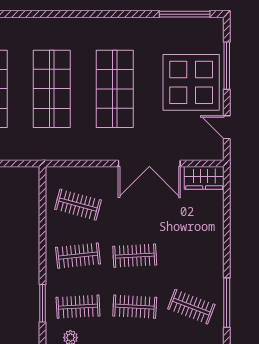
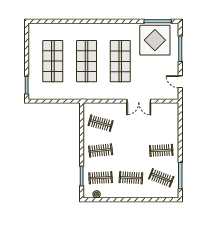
display table: (191, 82) -> (155, 40), moved
double door: (149, 163) -> (139, 101), width x0.73
wardrobe: (204, 178) -> (168, 109), removed
clothes rail: (135, 256) -> (161, 150), moved

